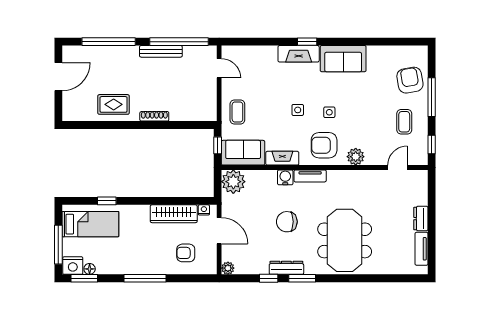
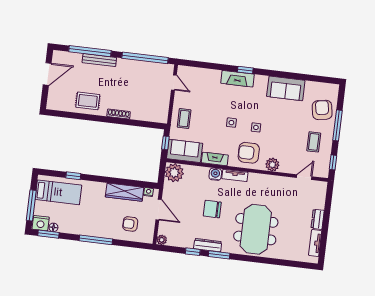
bench: (161, 51) -> (99, 60), moved
sofa: (343, 59) -> (286, 88), moved

